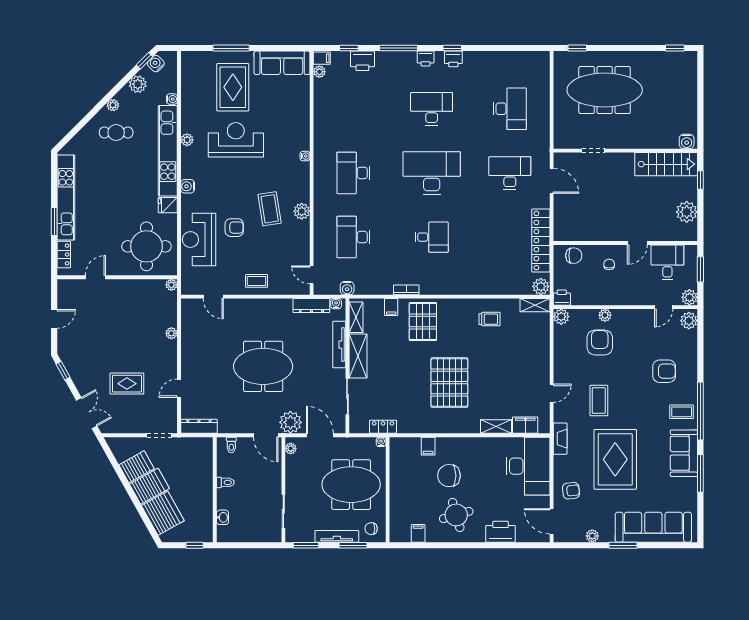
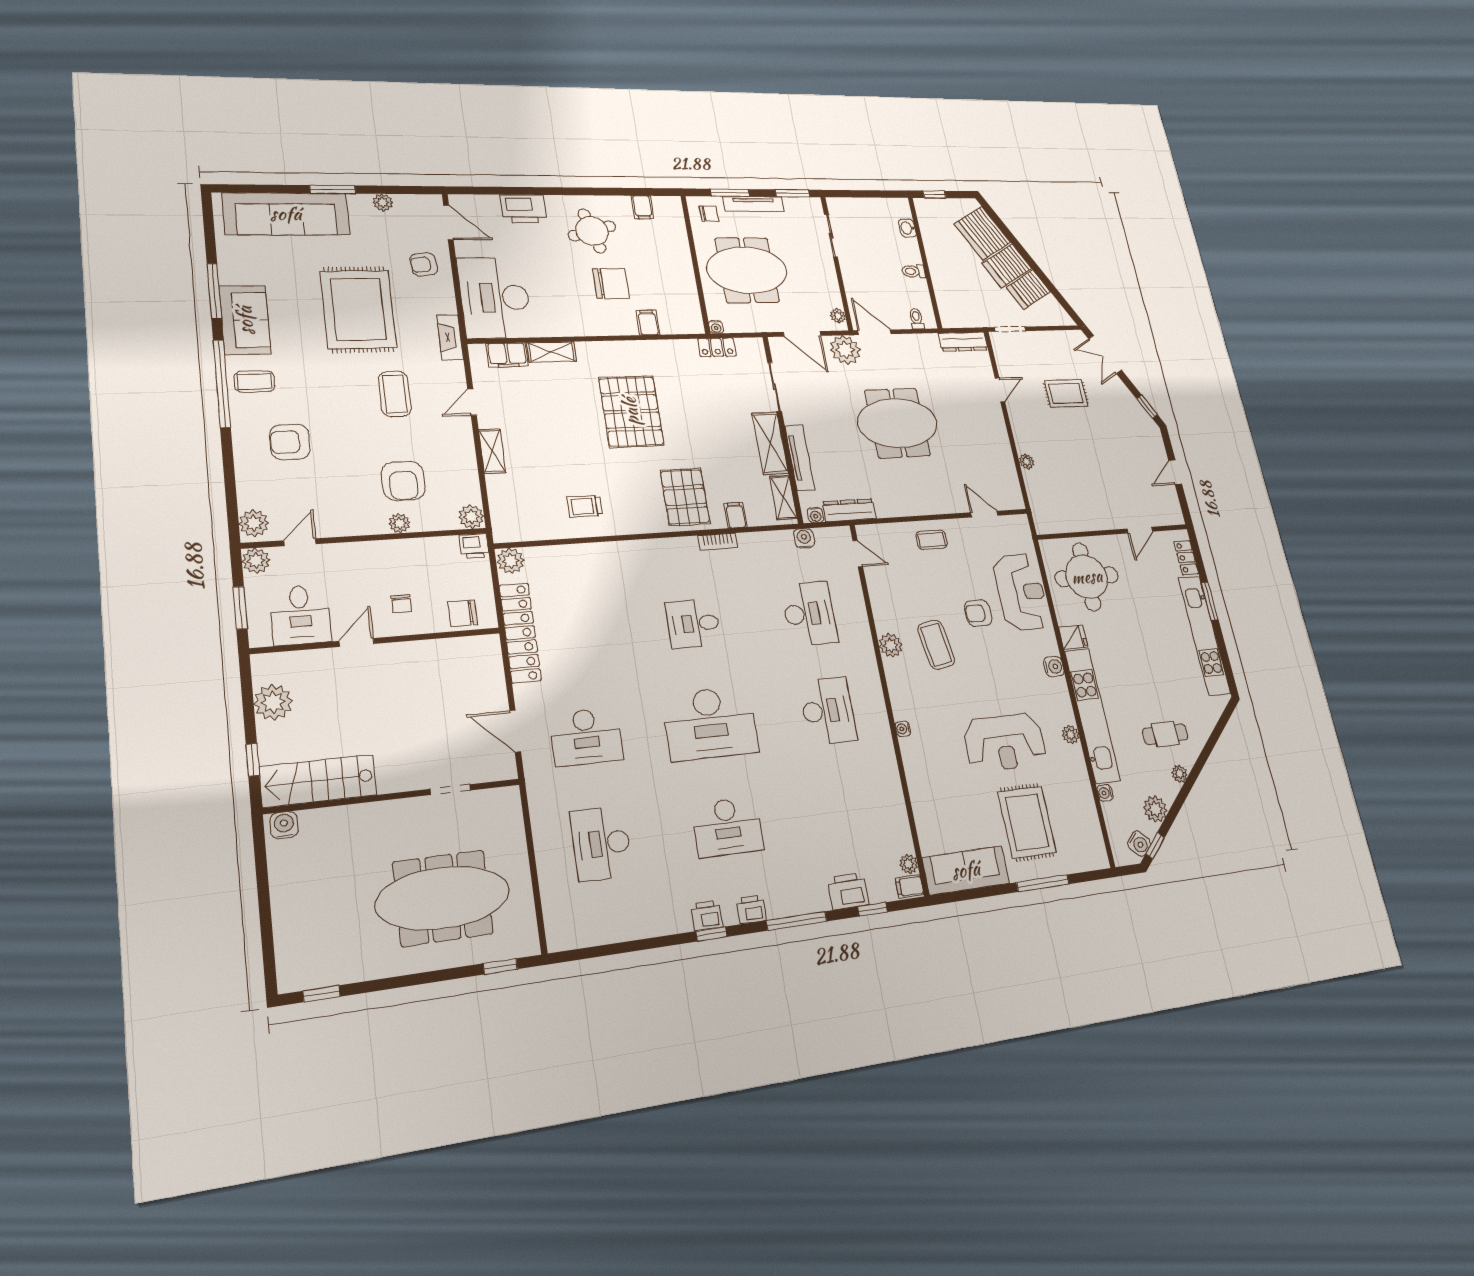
plant: (171, 285) -> (1042, 527), removed
shelving: (535, 305) -> (492, 451), moved, turned 90

